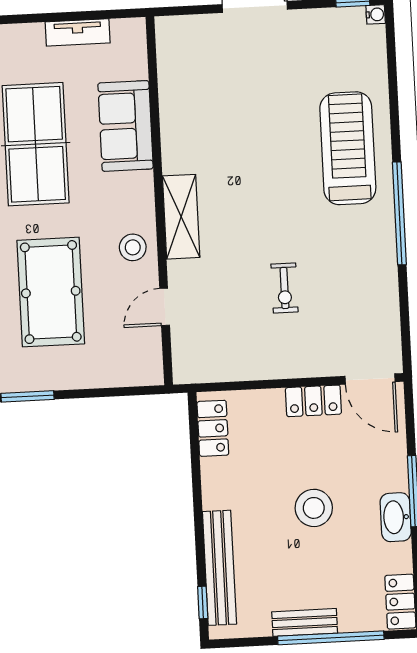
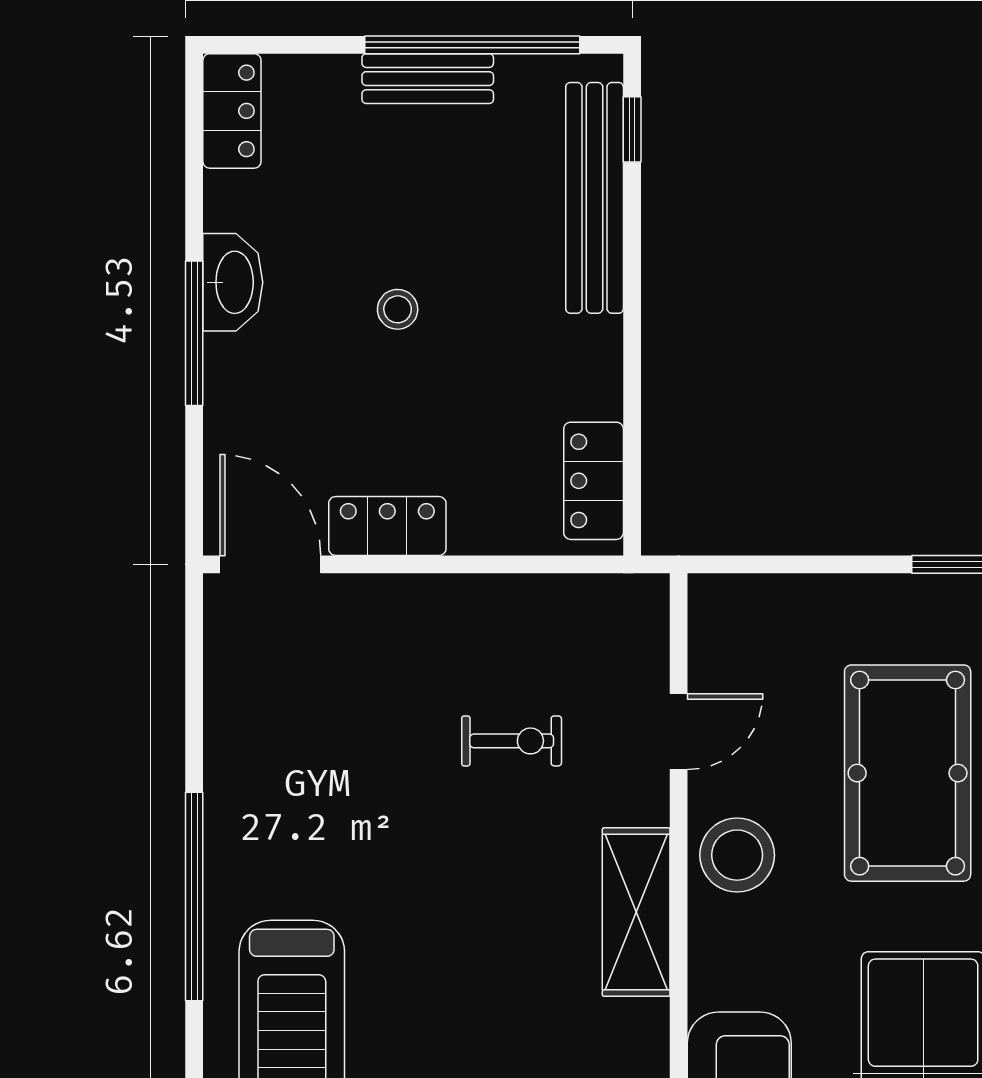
stool: (133, 247) -> (737, 855), width x1.38, depth x1.38
exercise bike: (284, 288) -> (512, 741), moved, turned 90
stool: (314, 508) -> (398, 309), width x0.53, depth x0.53
window: (331, 638) -> (472, 45), moved

